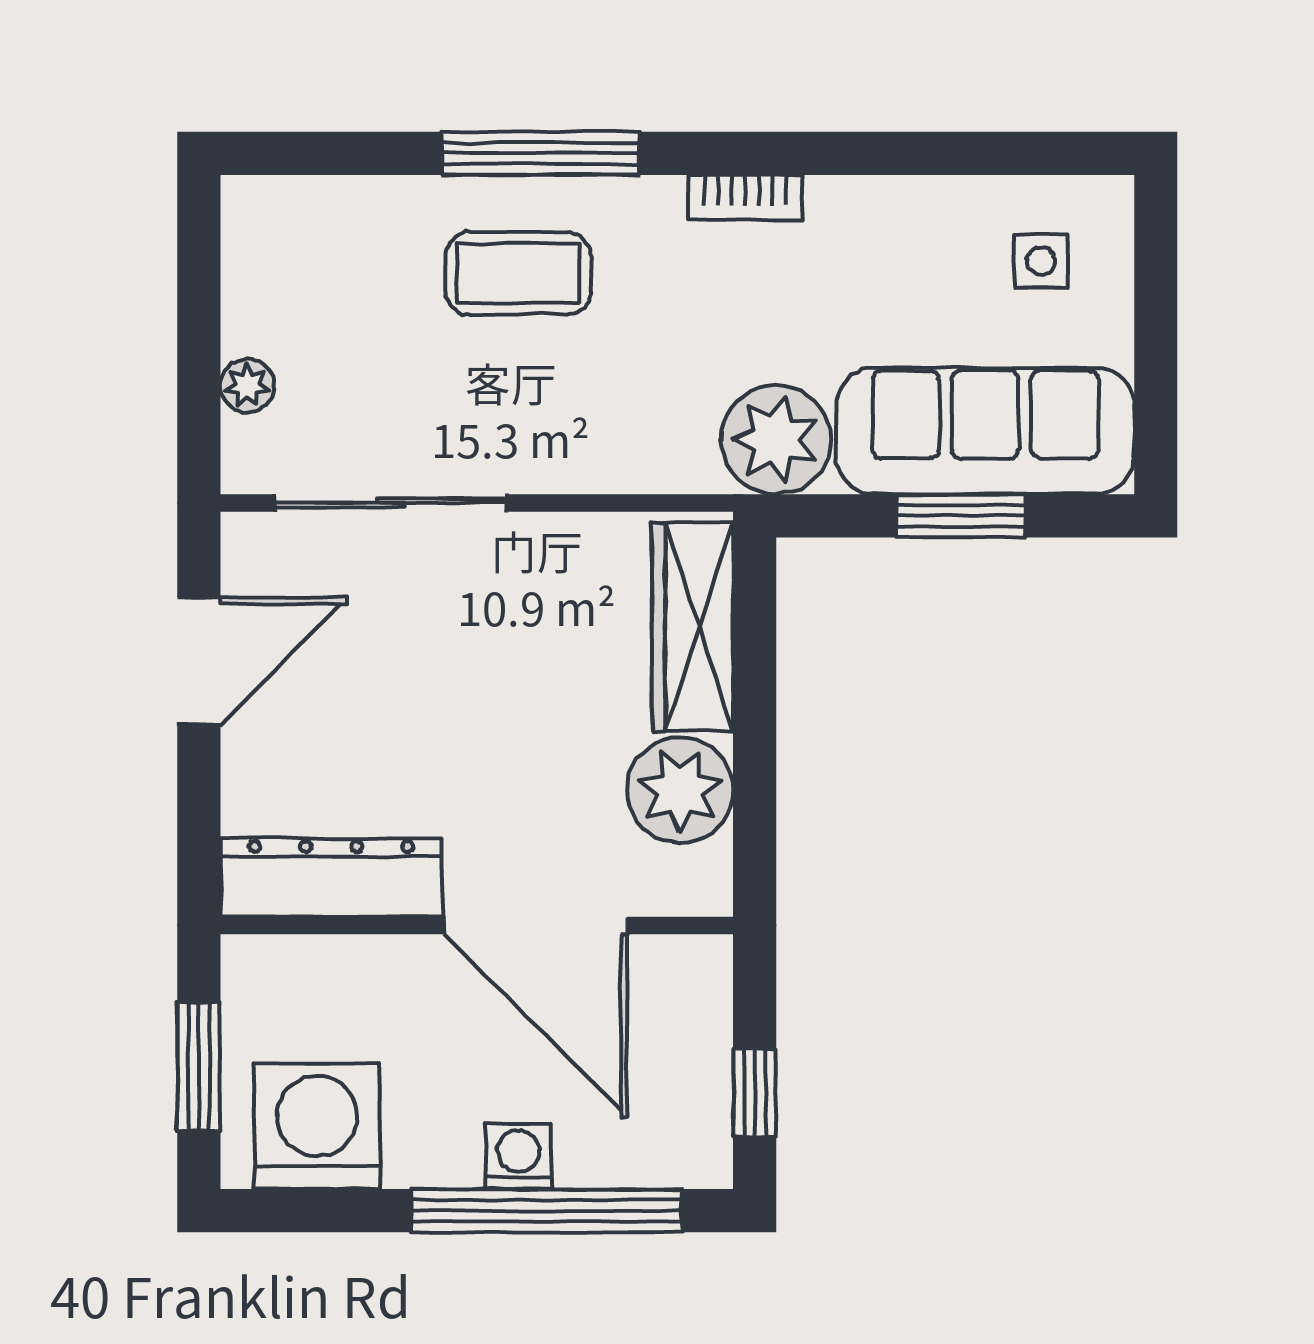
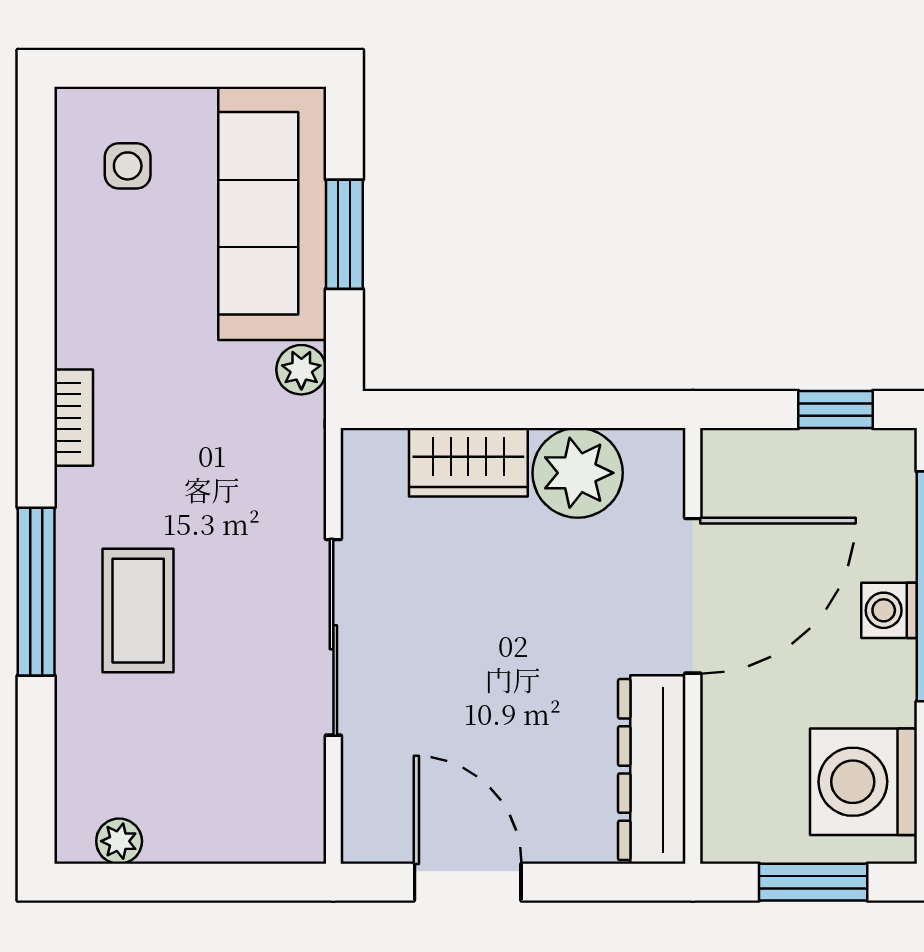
plant: (247, 386) -> (119, 841), moved
plant: (776, 440) -> (301, 370), width x0.53, depth x0.53
sliding door: (391, 503) -> (333, 637), moved
wardrobe: (693, 627) -> (468, 462), width x0.67

